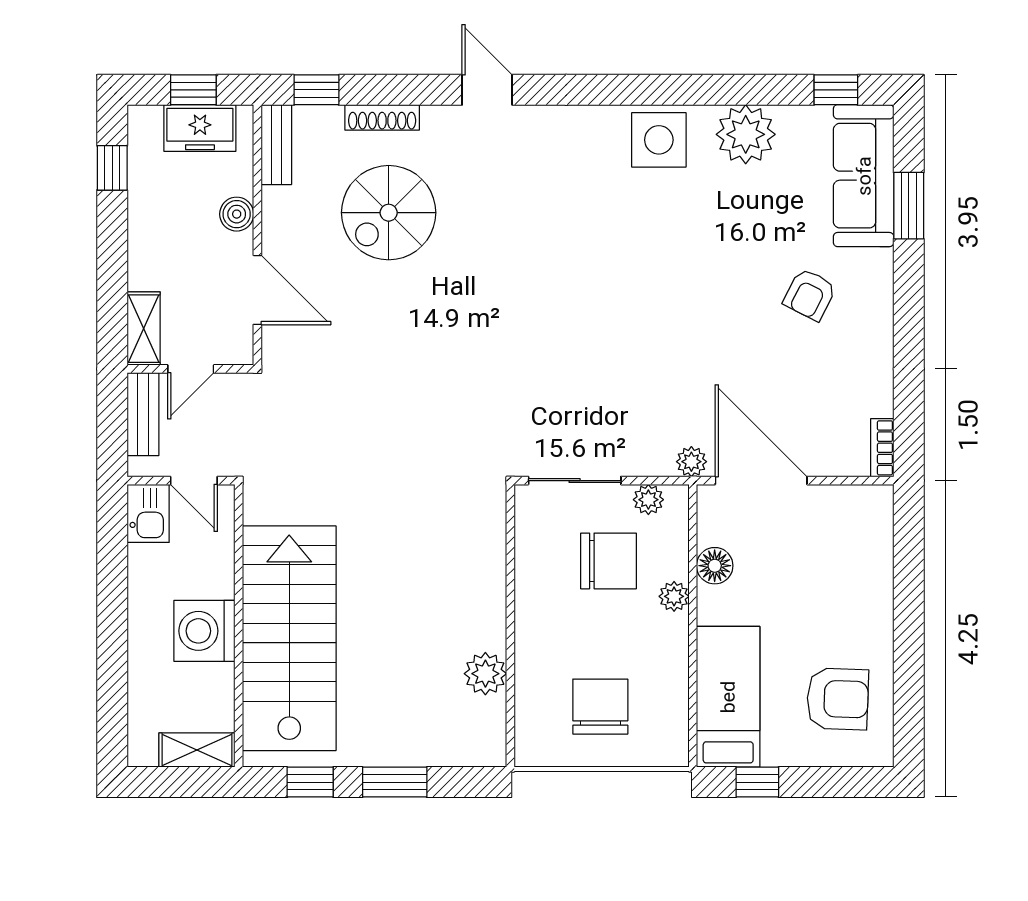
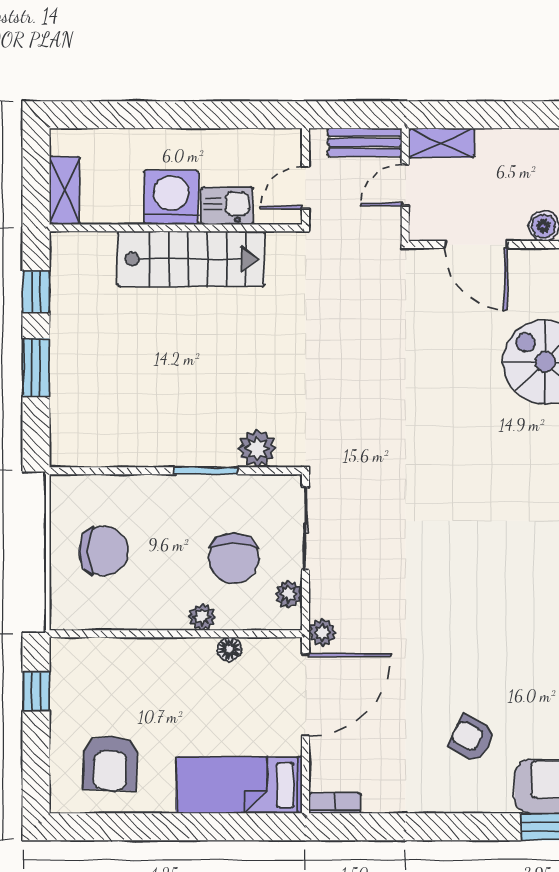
door: (257, 290) -> (476, 245), hinge flipped
door: (191, 369) -> (405, 185), hinge flipped
kitchen sink: (148, 513) -> (227, 206), moved, turned 180
floor lamp: (715, 566) -> (229, 649), width x0.73, depth x0.73
window: (510, 592) -> (206, 471), added
stairs: (289, 638) -> (191, 259), width x0.73, depth x0.66
plant: (485, 674) -> (257, 448), moved
bed: (728, 697) -> (239, 785), moved, turned 180

